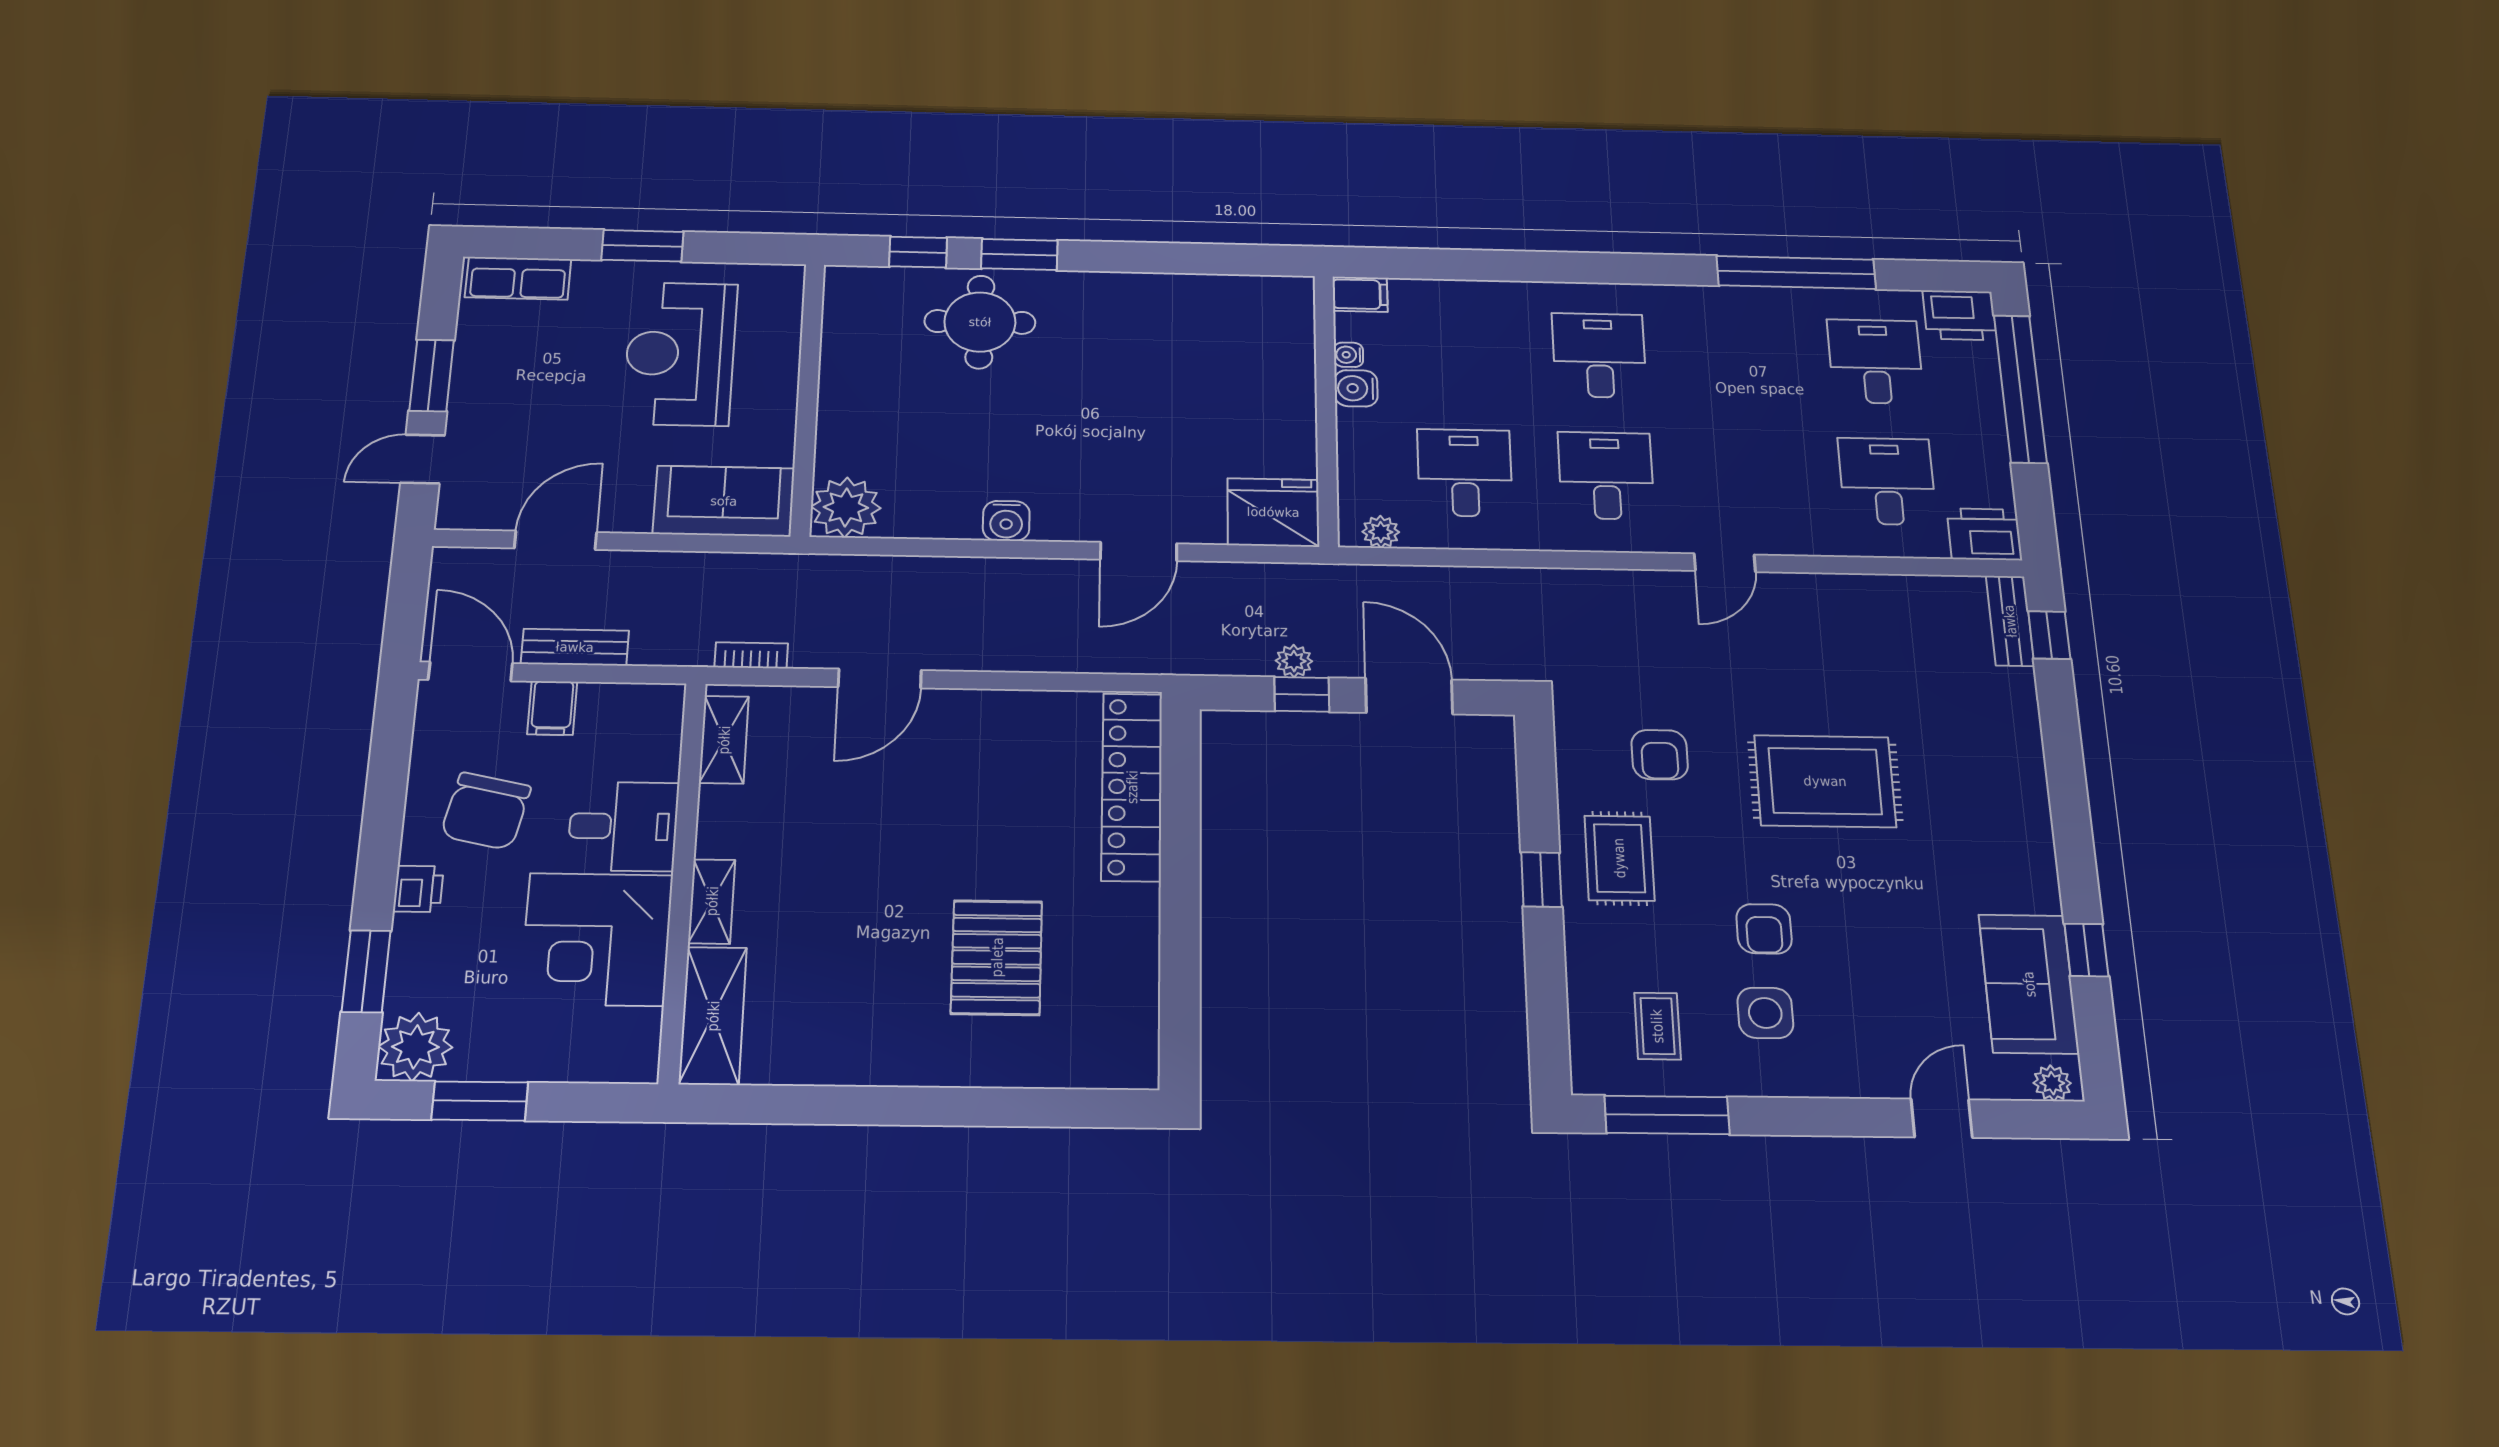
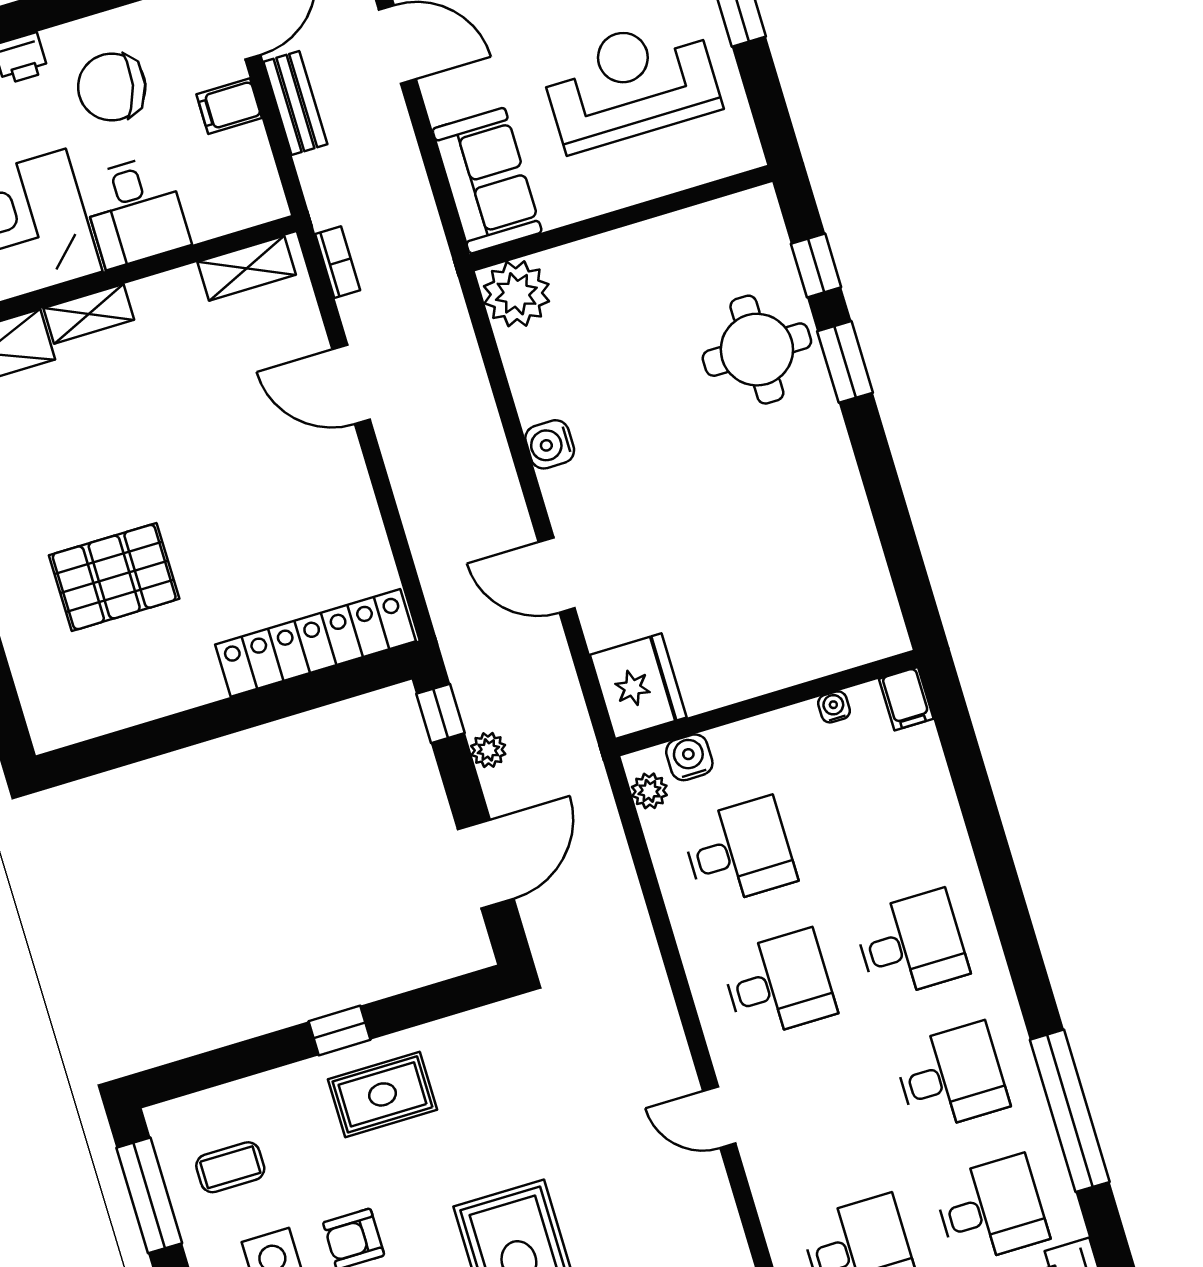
desk: (1737, 358) -> (951, 1077), added
water cooler: (1356, 388) -> (689, 757), moved
window: (1302, 694) -> (440, 713), moved
armchair: (1660, 755) -> (498, 1105), removed

